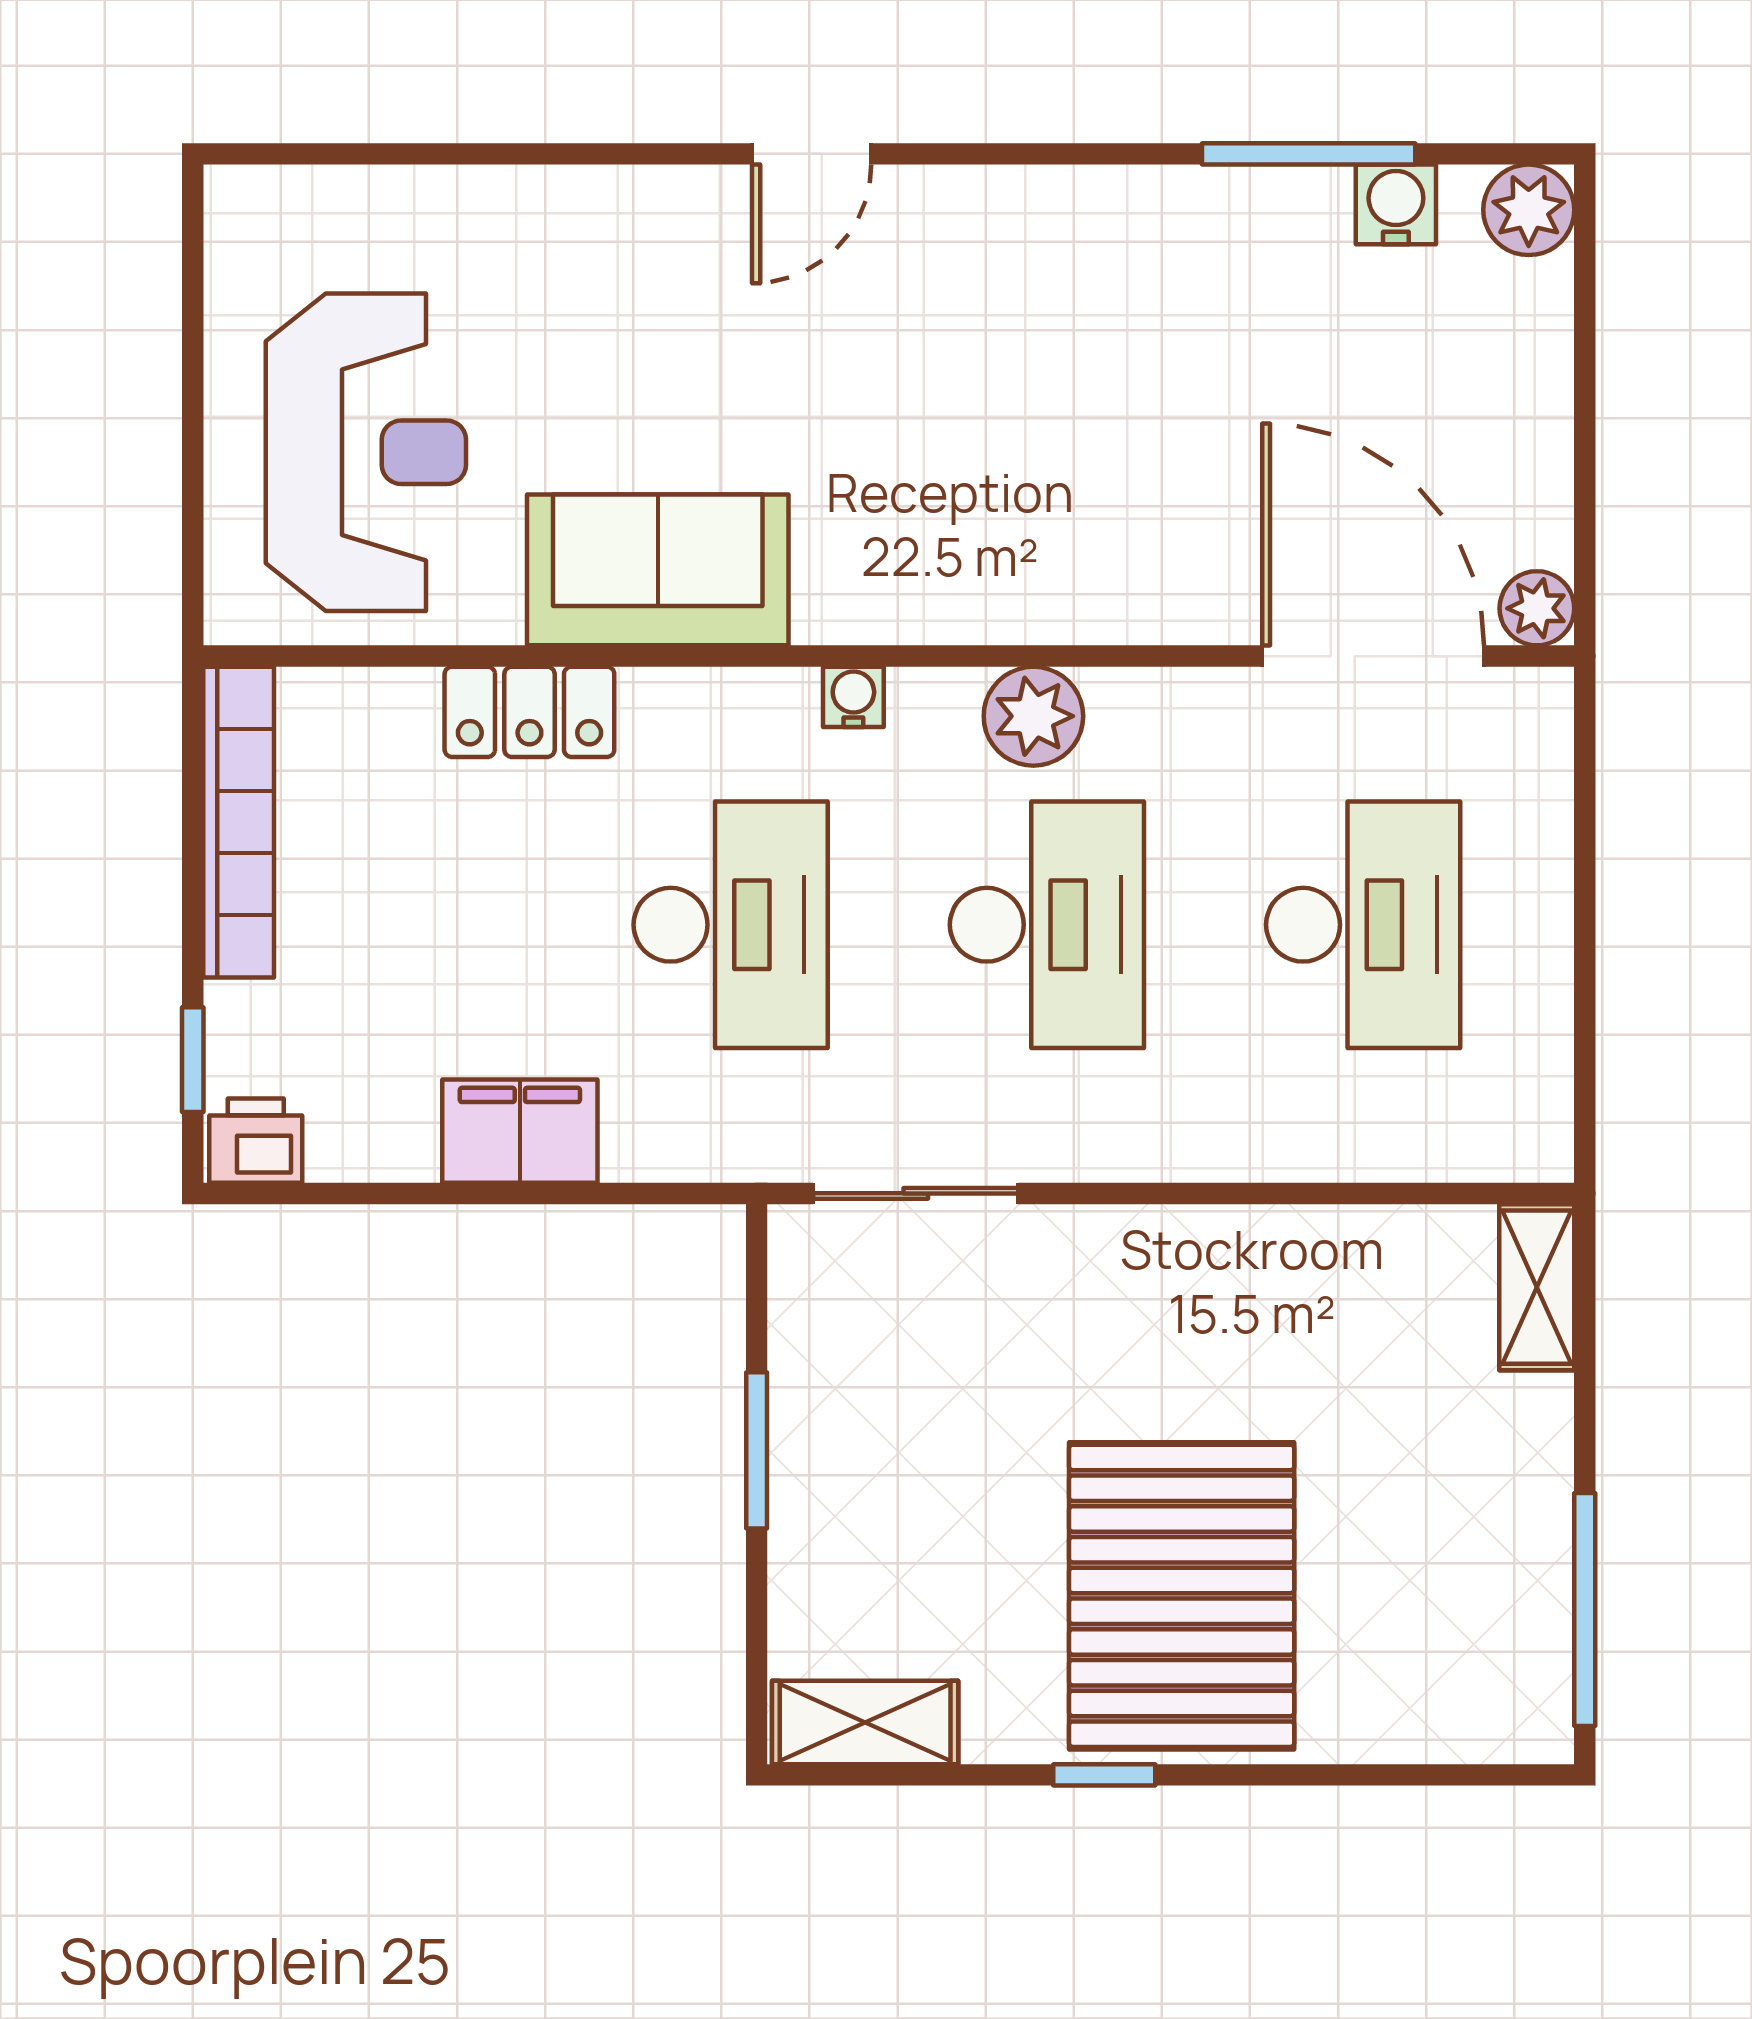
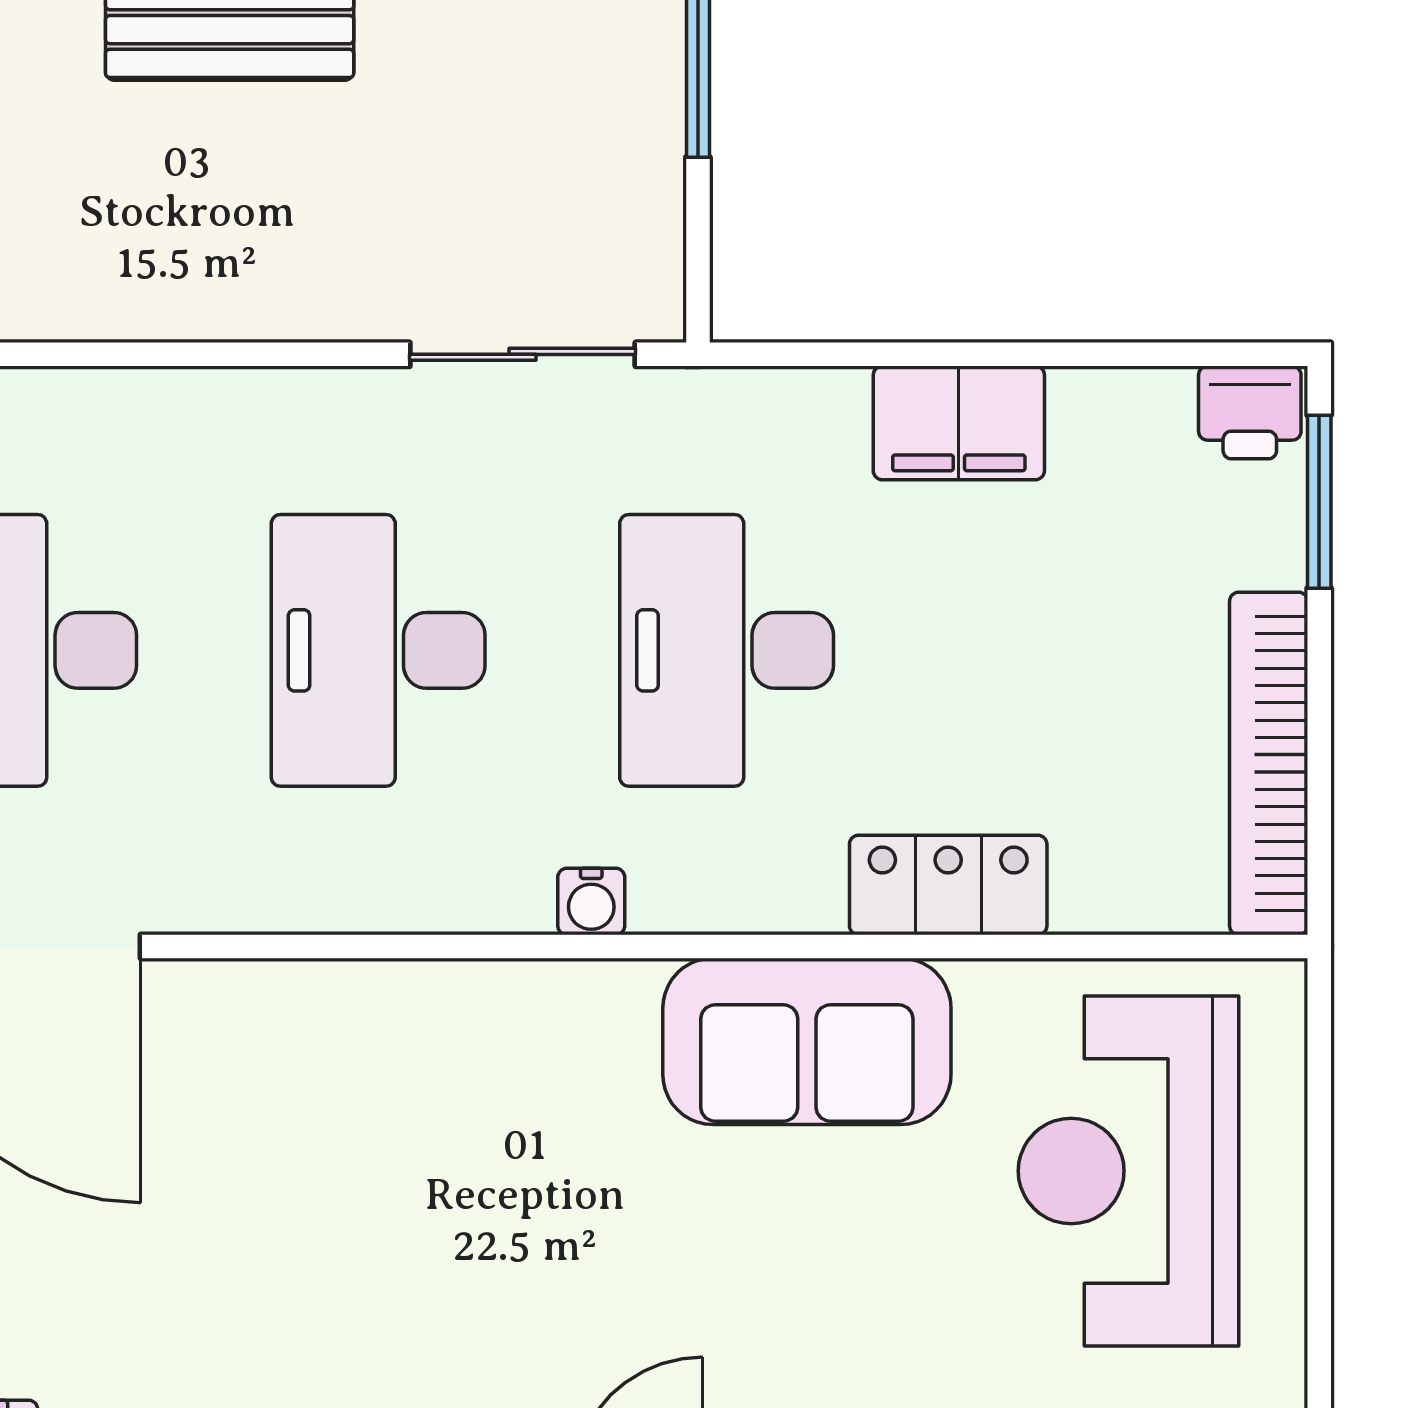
plant: (1033, 716) -> (393, 880), removed
window: (193, 1060) -> (1319, 502), width x1.50

